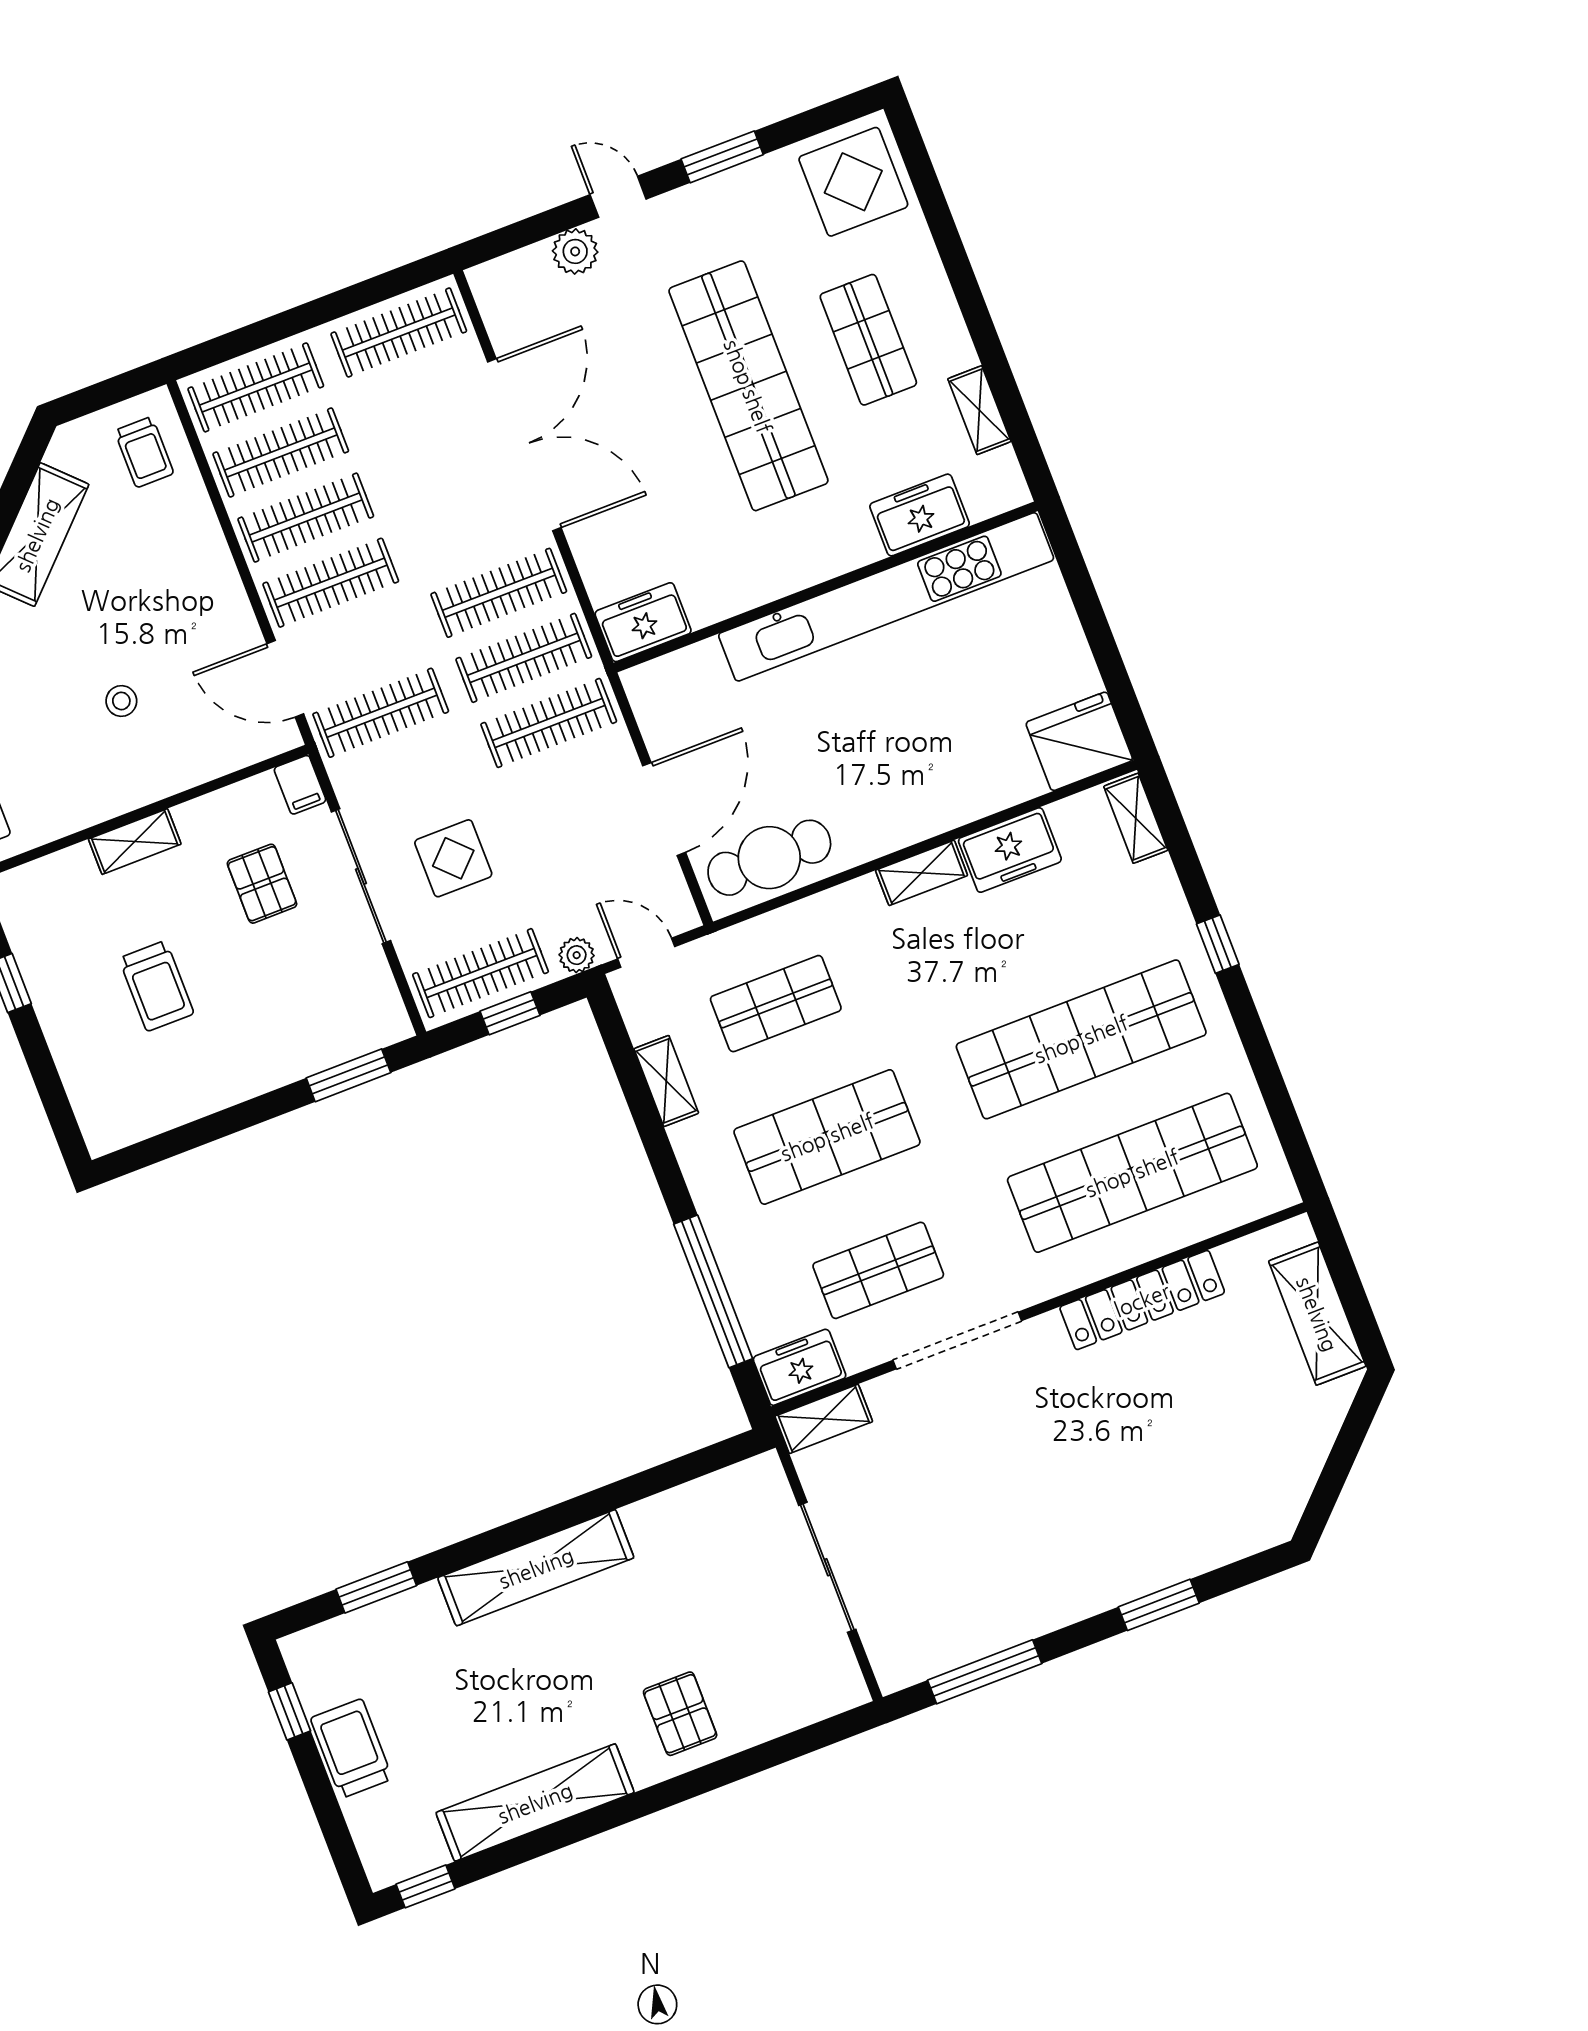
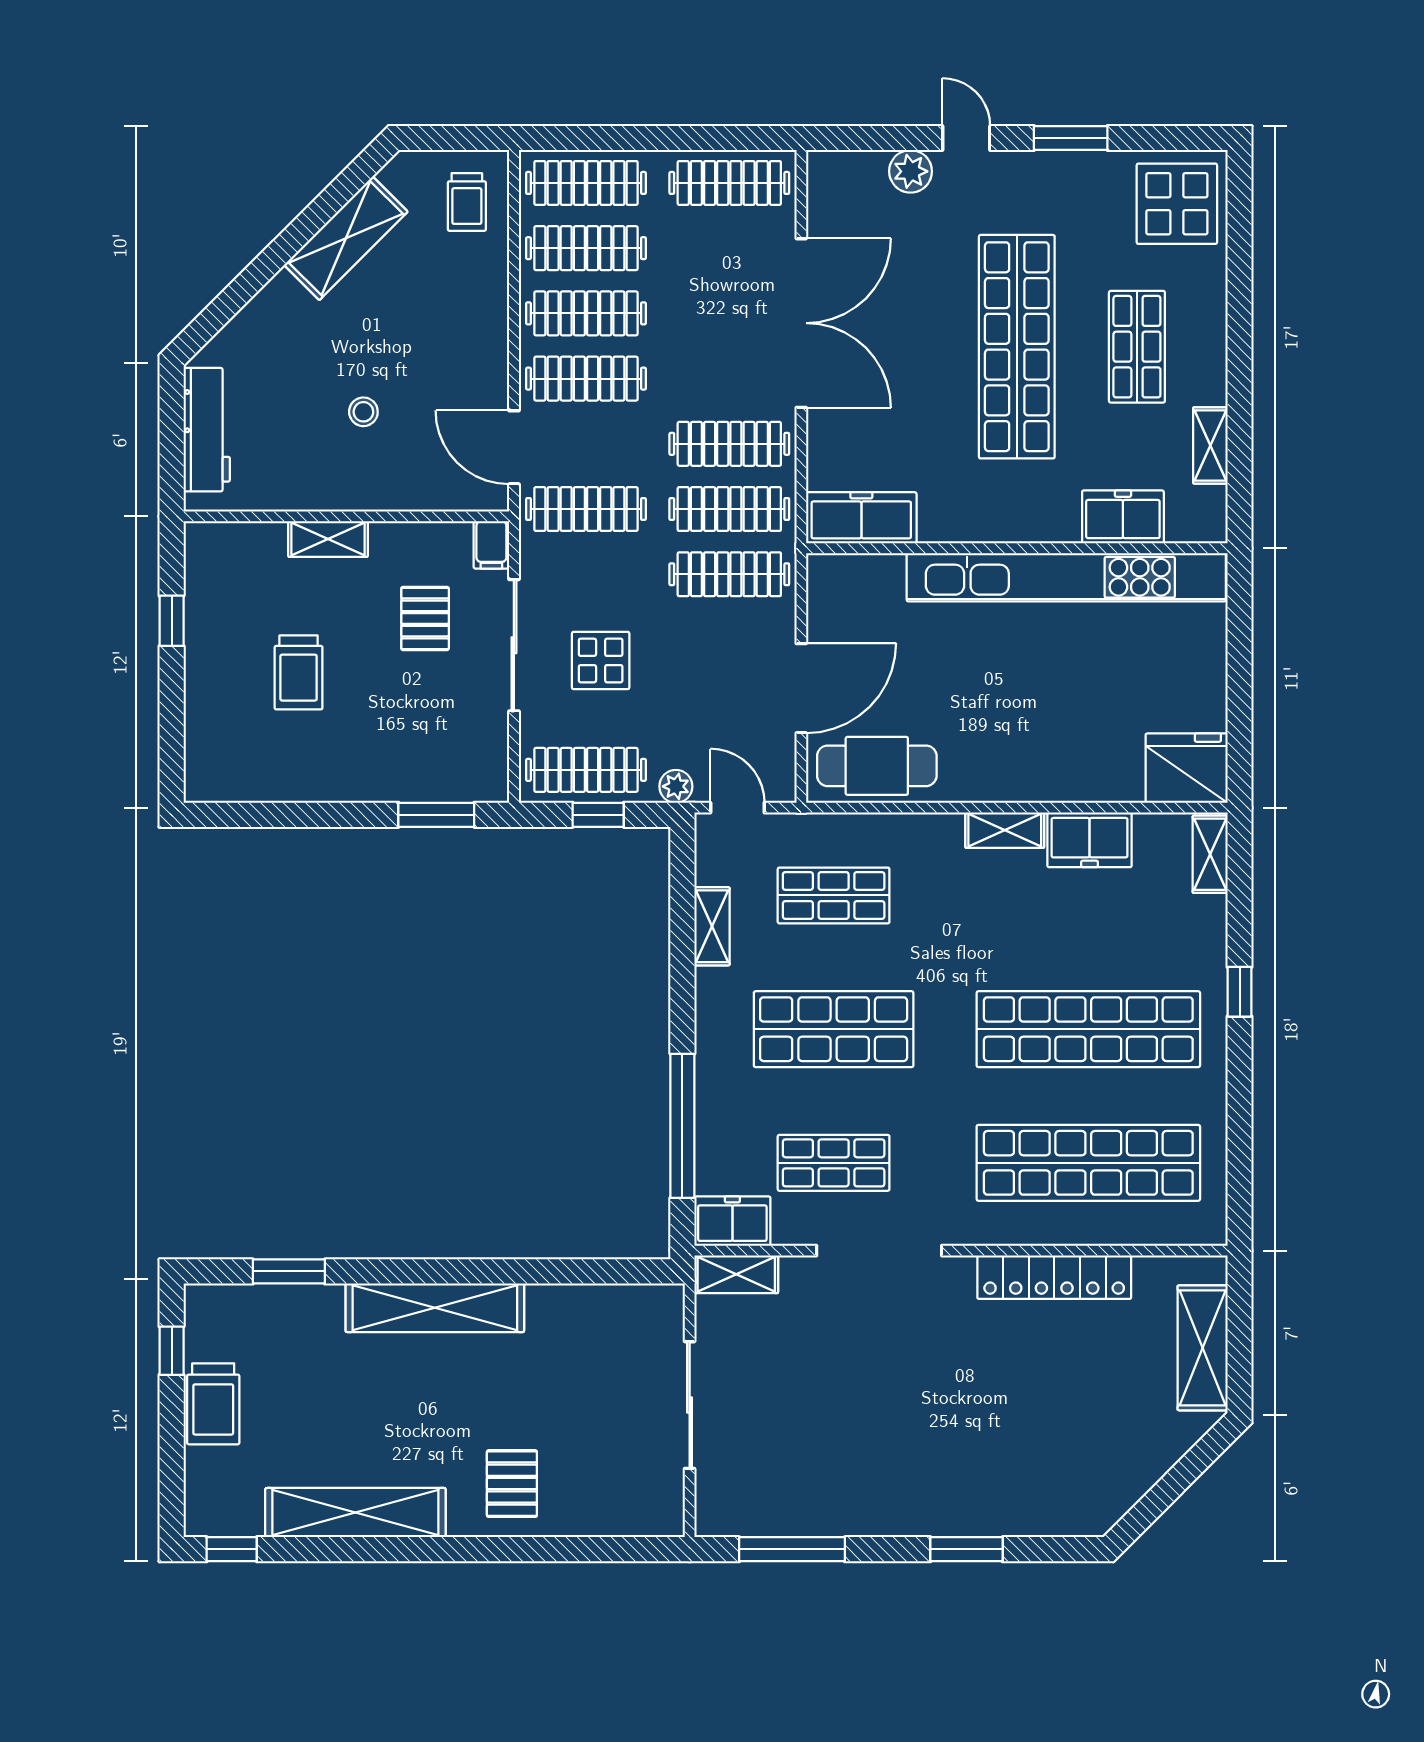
freezer: (643, 622) -> (861, 518), width x1.40
trolley: (351, 1748) -> (213, 1404), turned 180

